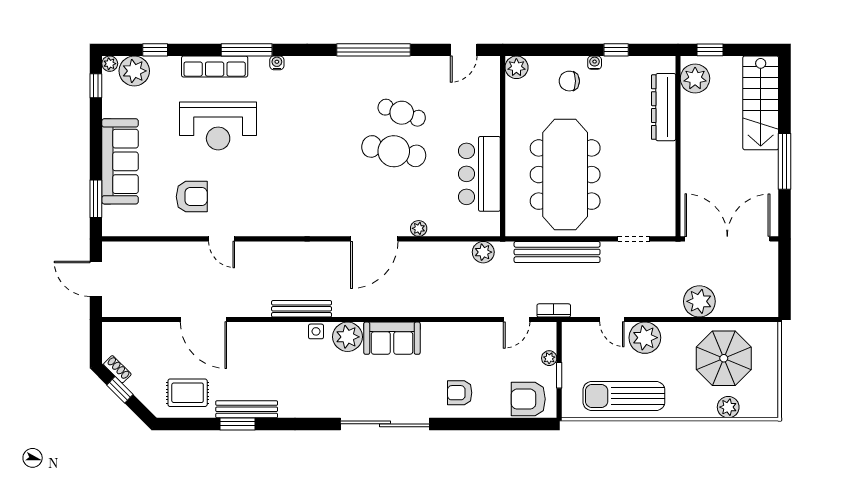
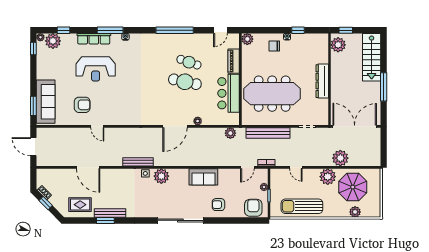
dresser: (664, 107) -> (322, 81), moved
piano: (490, 111) -> (234, 61), added
sofa: (120, 161) -> (46, 102), moved
meeting table: (565, 175) -> (272, 94), turned 90
sofa: (392, 338) -> (203, 177), moved
plant: (645, 338) -> (328, 177), moved
armchair: (528, 399) -> (253, 208), turned 90

